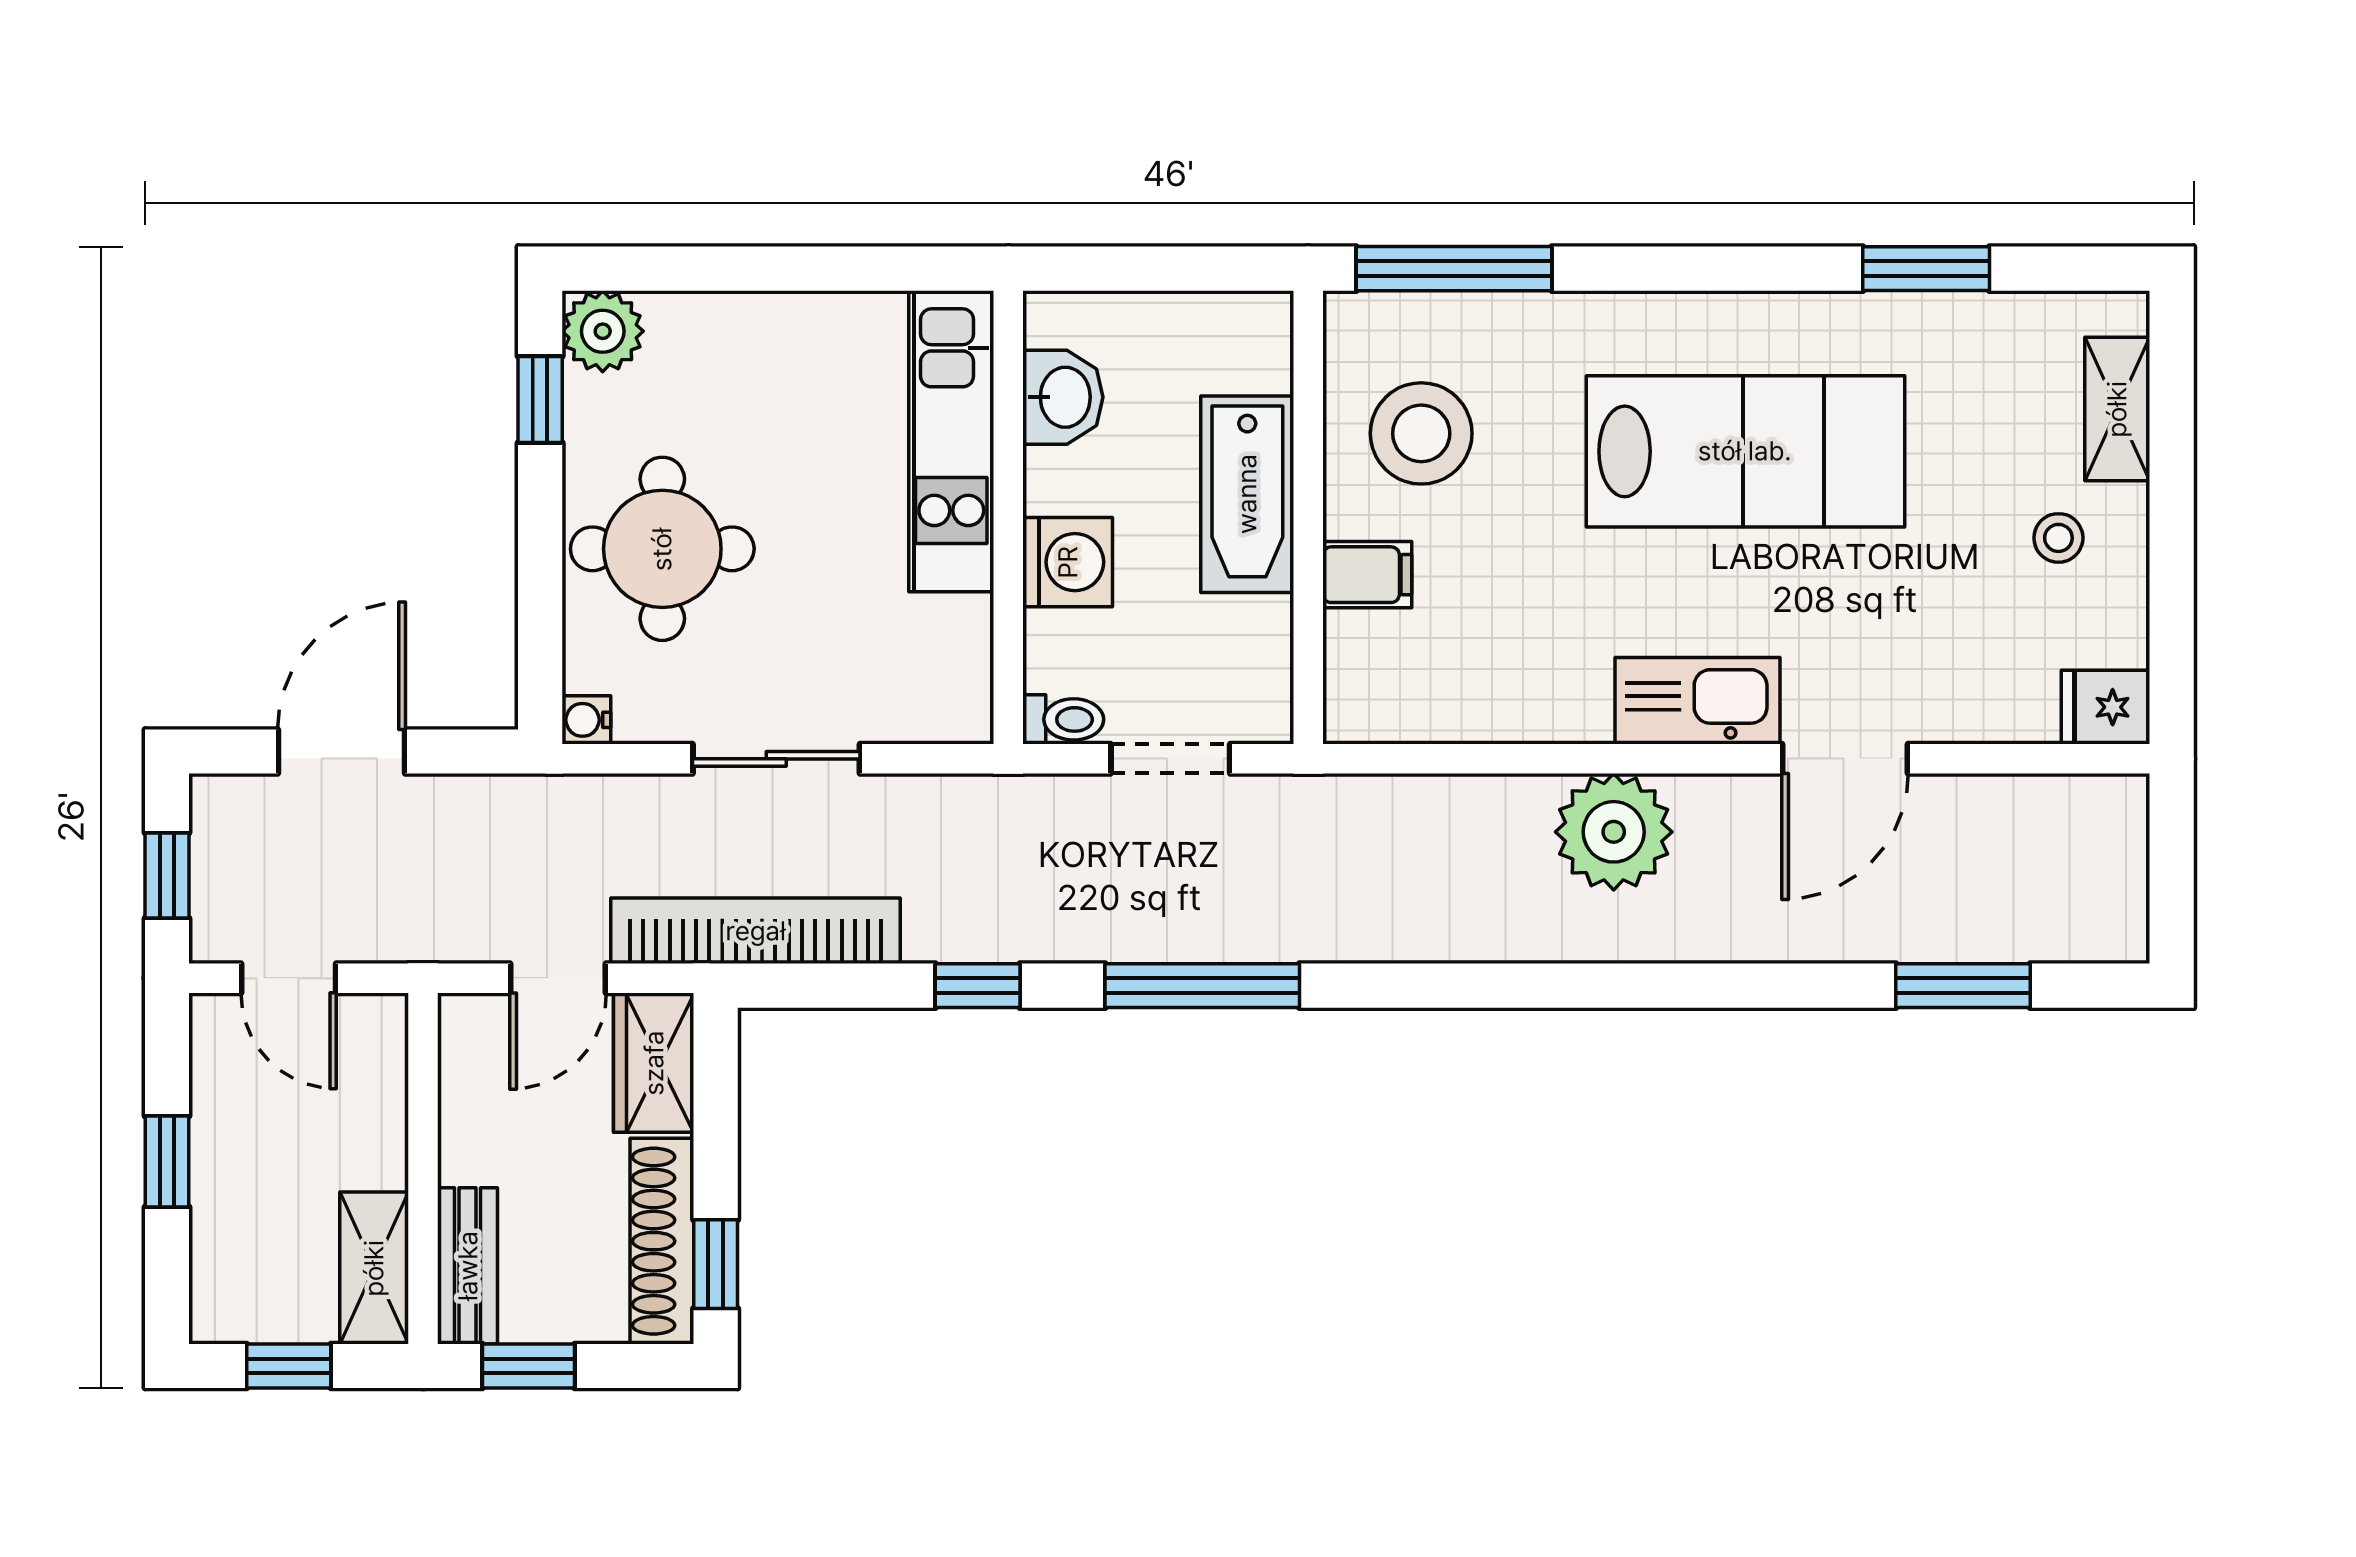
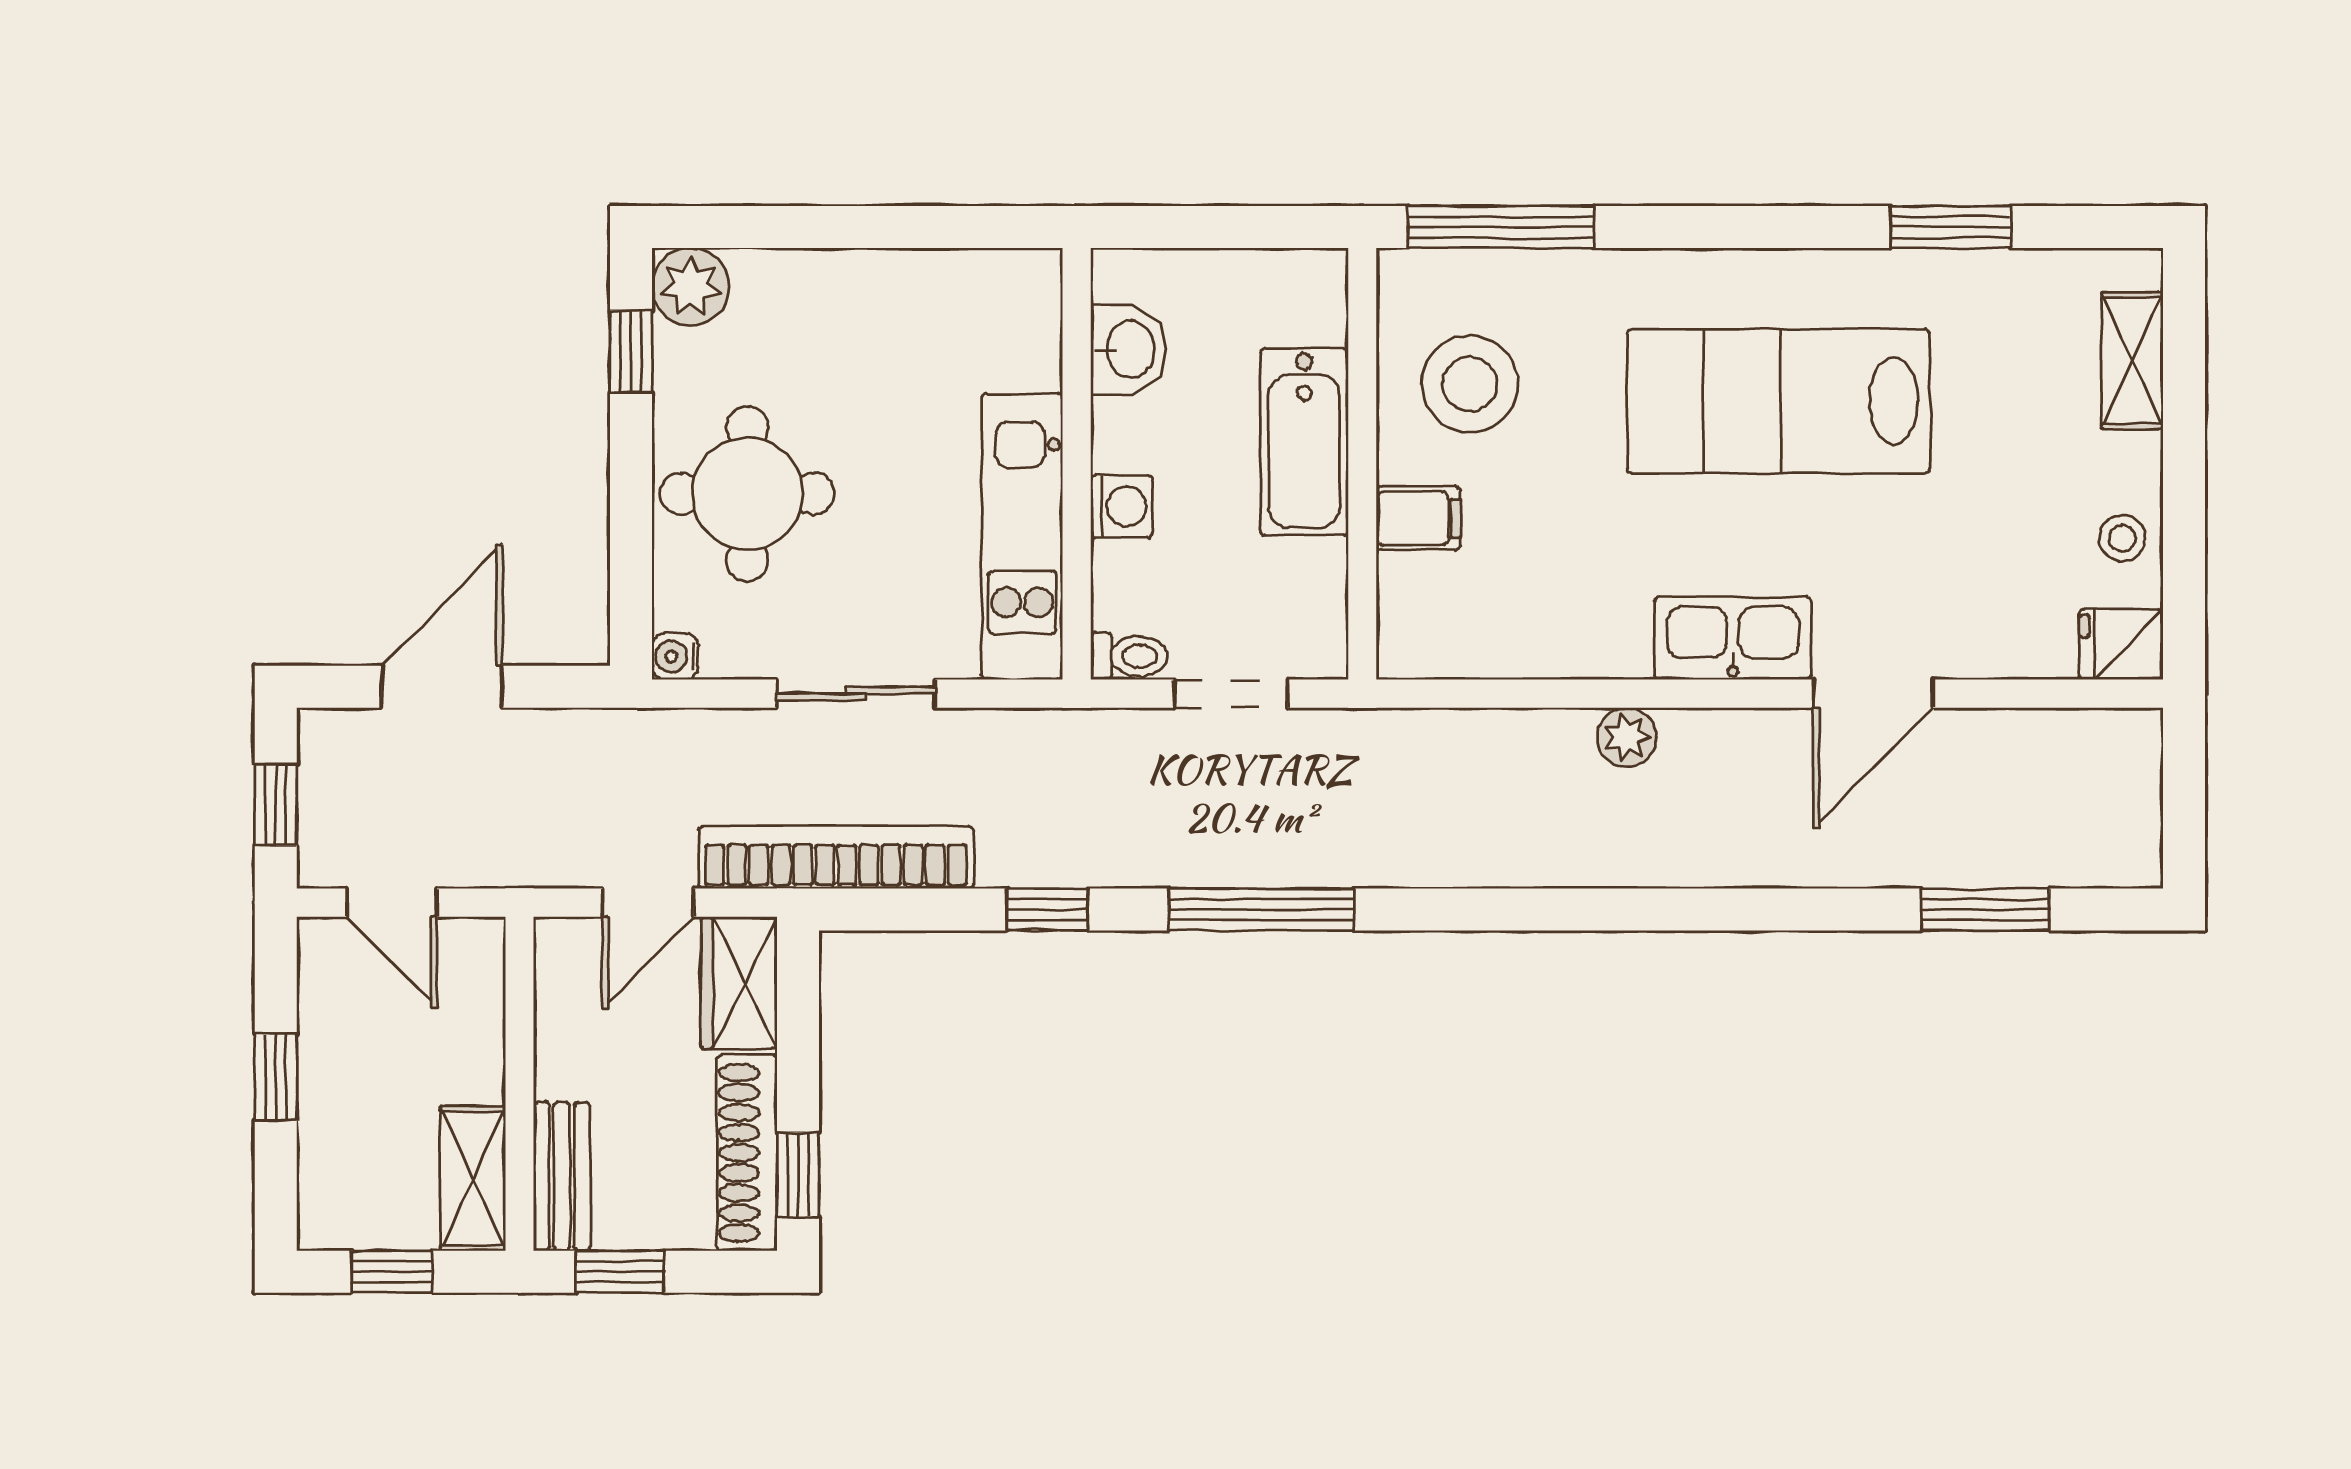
kitchen unit: (951, 441) -> (1022, 536), moved
lab bench: (1745, 451) -> (1778, 401), turned 180
stool: (2058, 538) -> (2122, 538), moved
washing machine: (1068, 562) -> (1122, 506), width x0.73, depth x0.73
plant: (1614, 832) -> (1627, 737), width x0.53, depth x0.53

